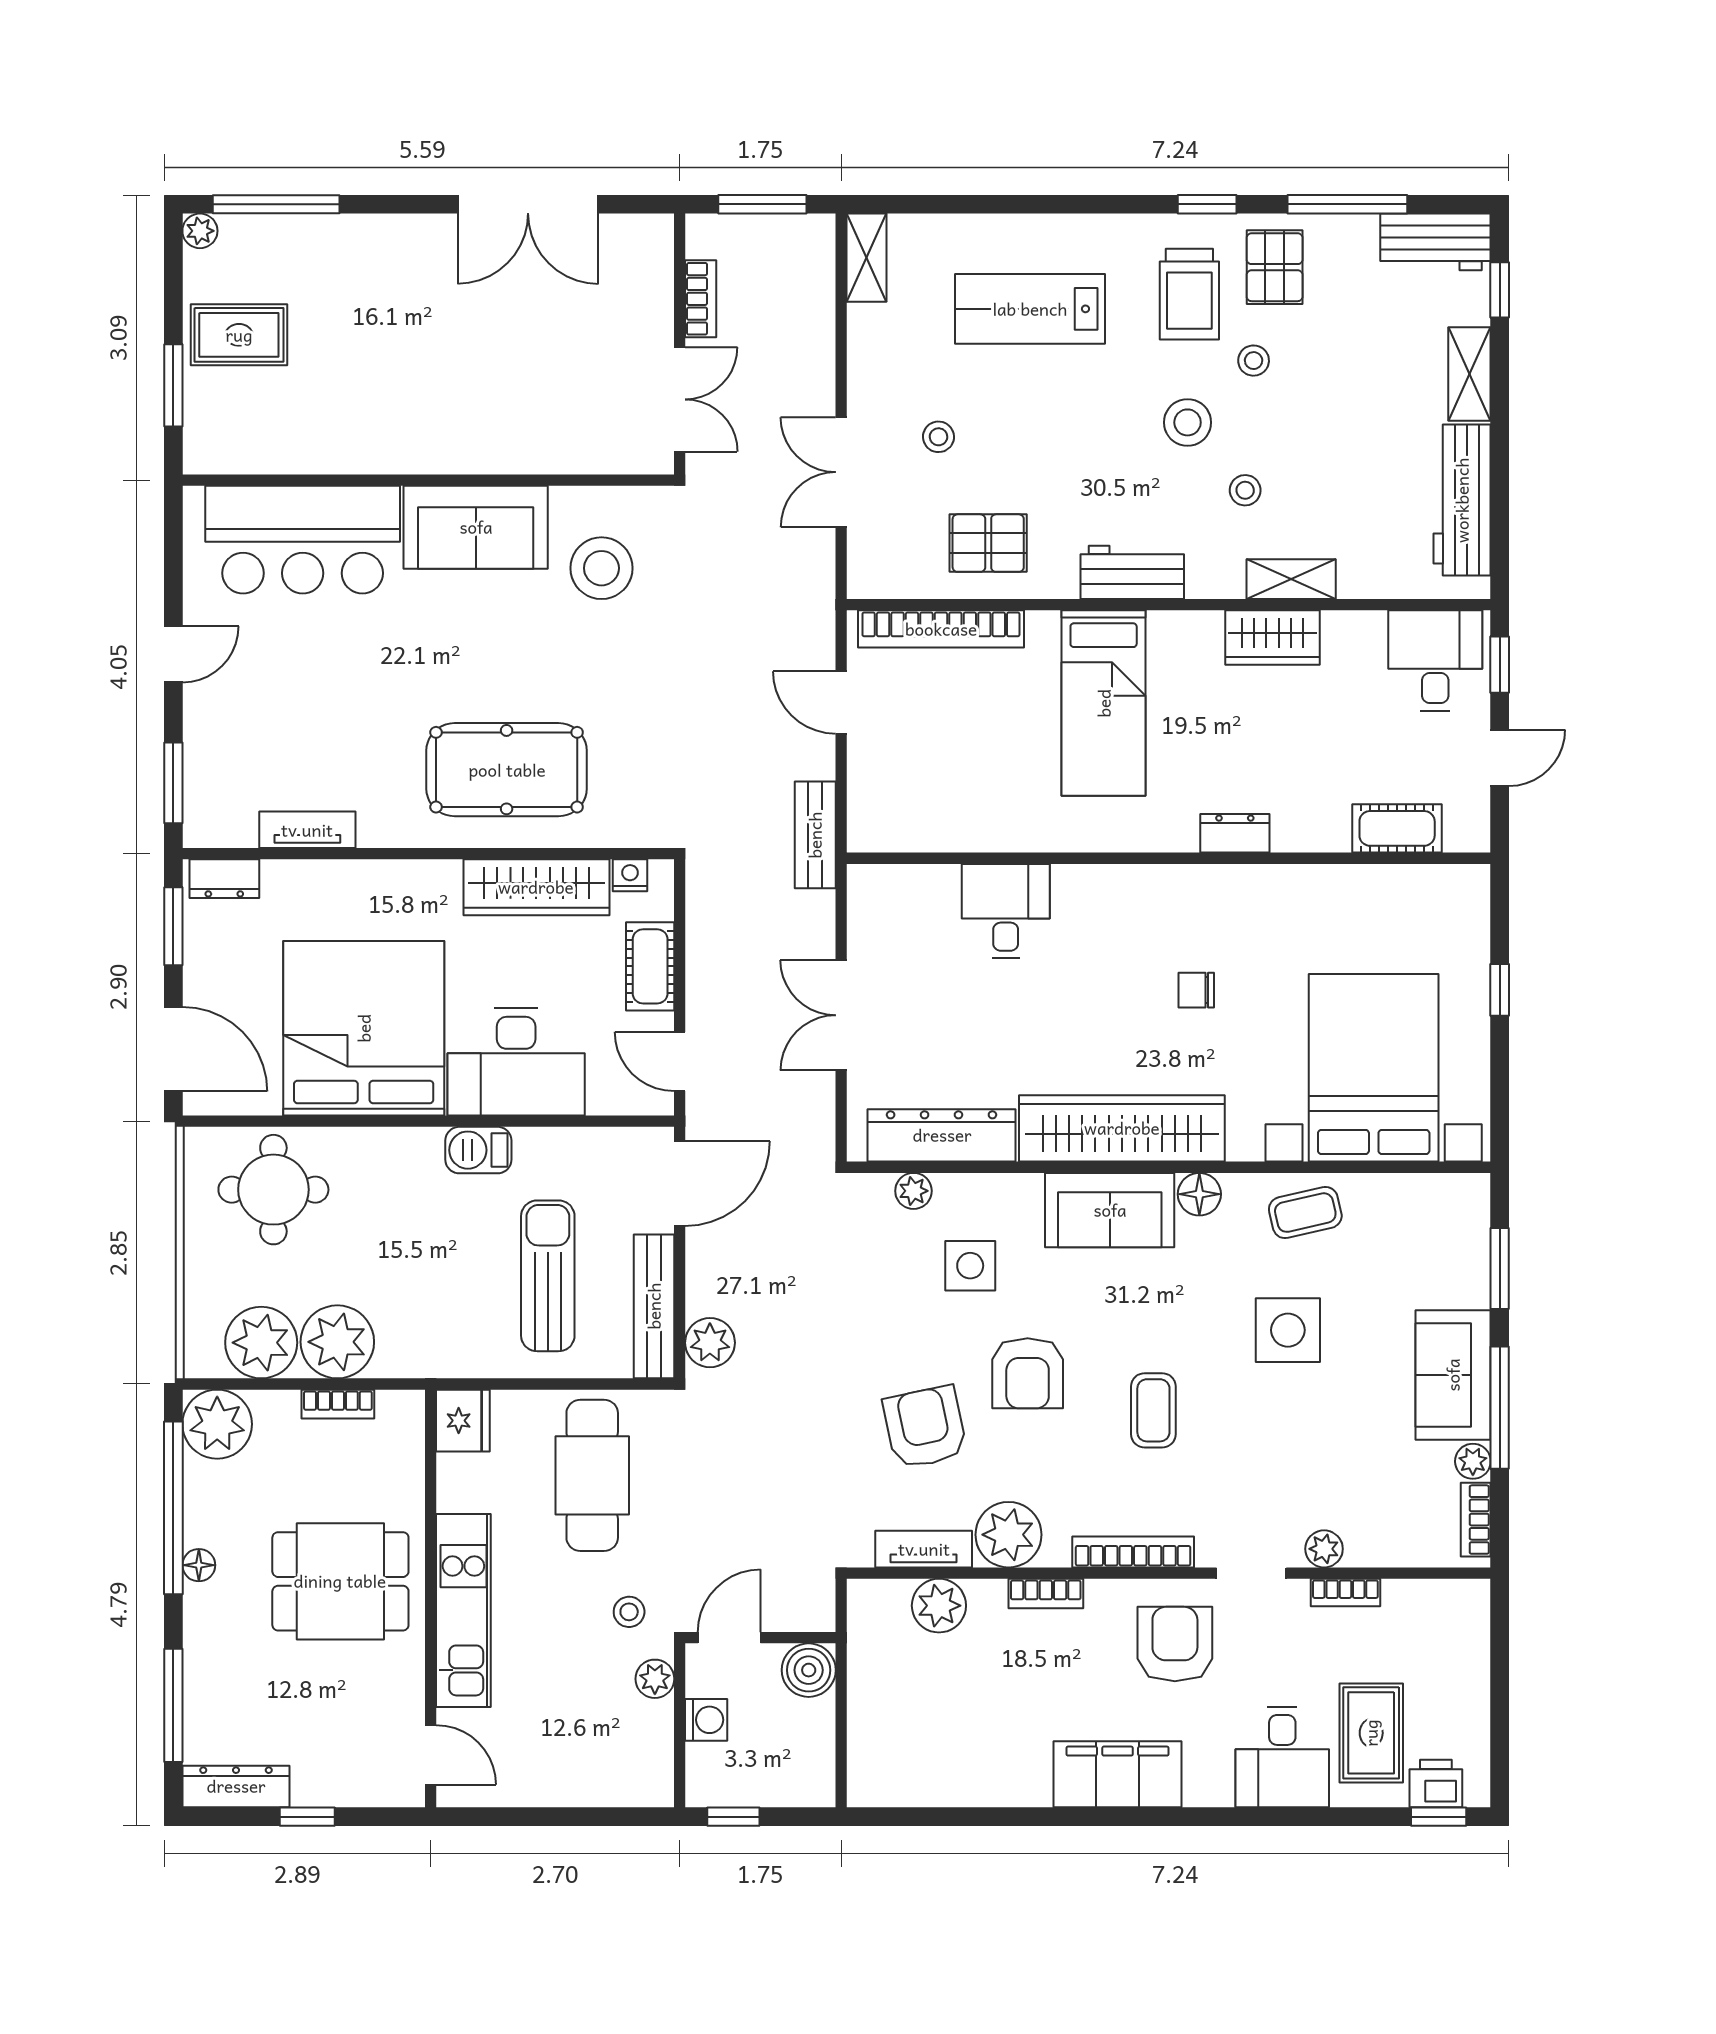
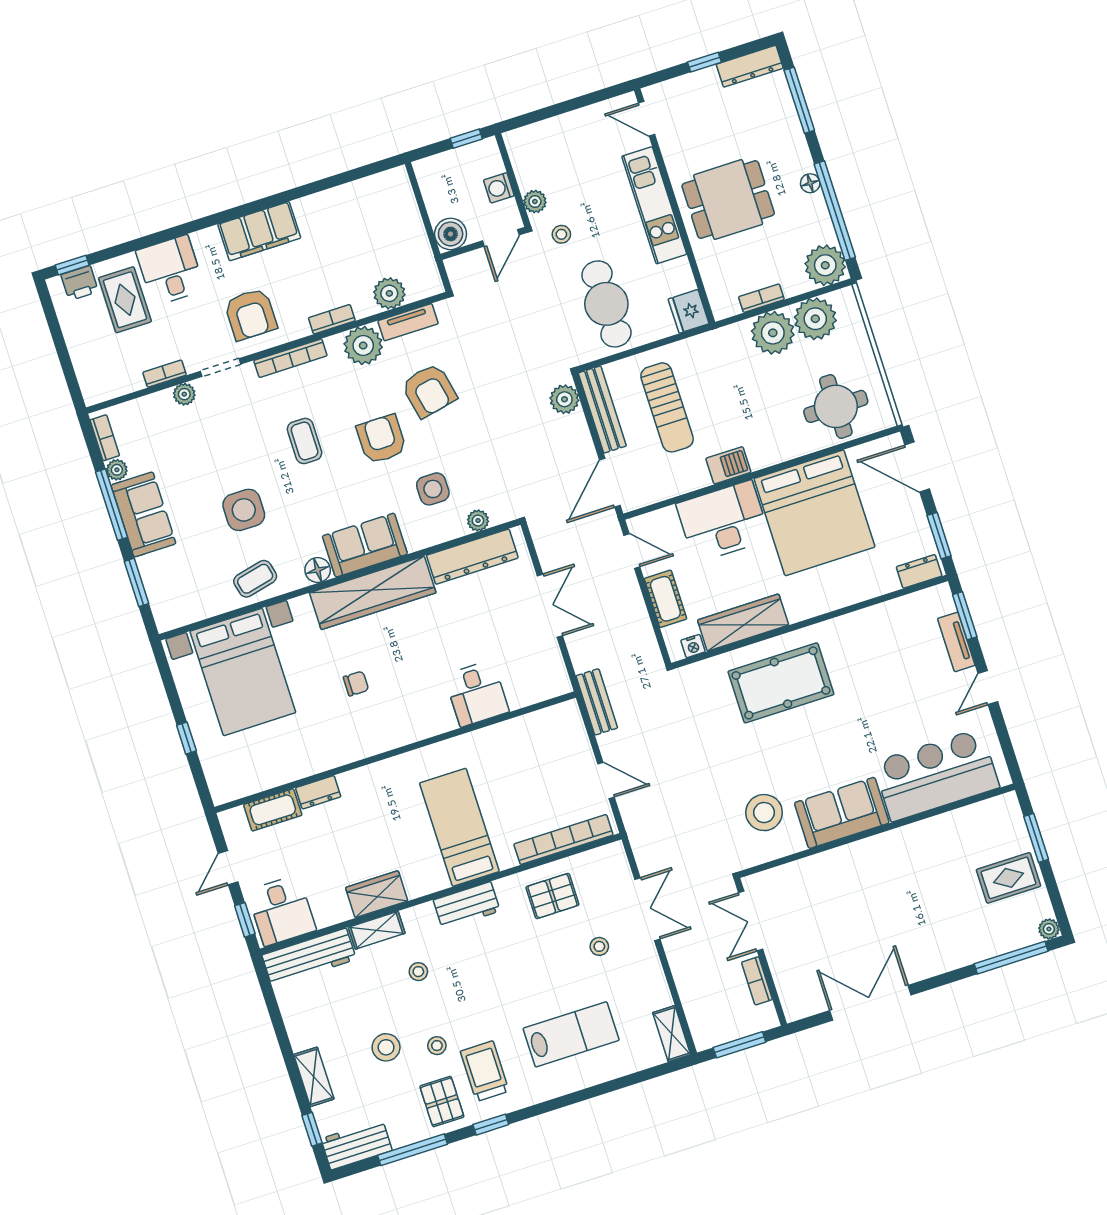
stool: (1188, 422) -> (386, 1047), moved
workbench: (1462, 500) -> (309, 957), moved, turned 90
tv unit: (307, 830) -> (956, 642), moved, turned 90
dresser: (1235, 833) -> (318, 792), moved

